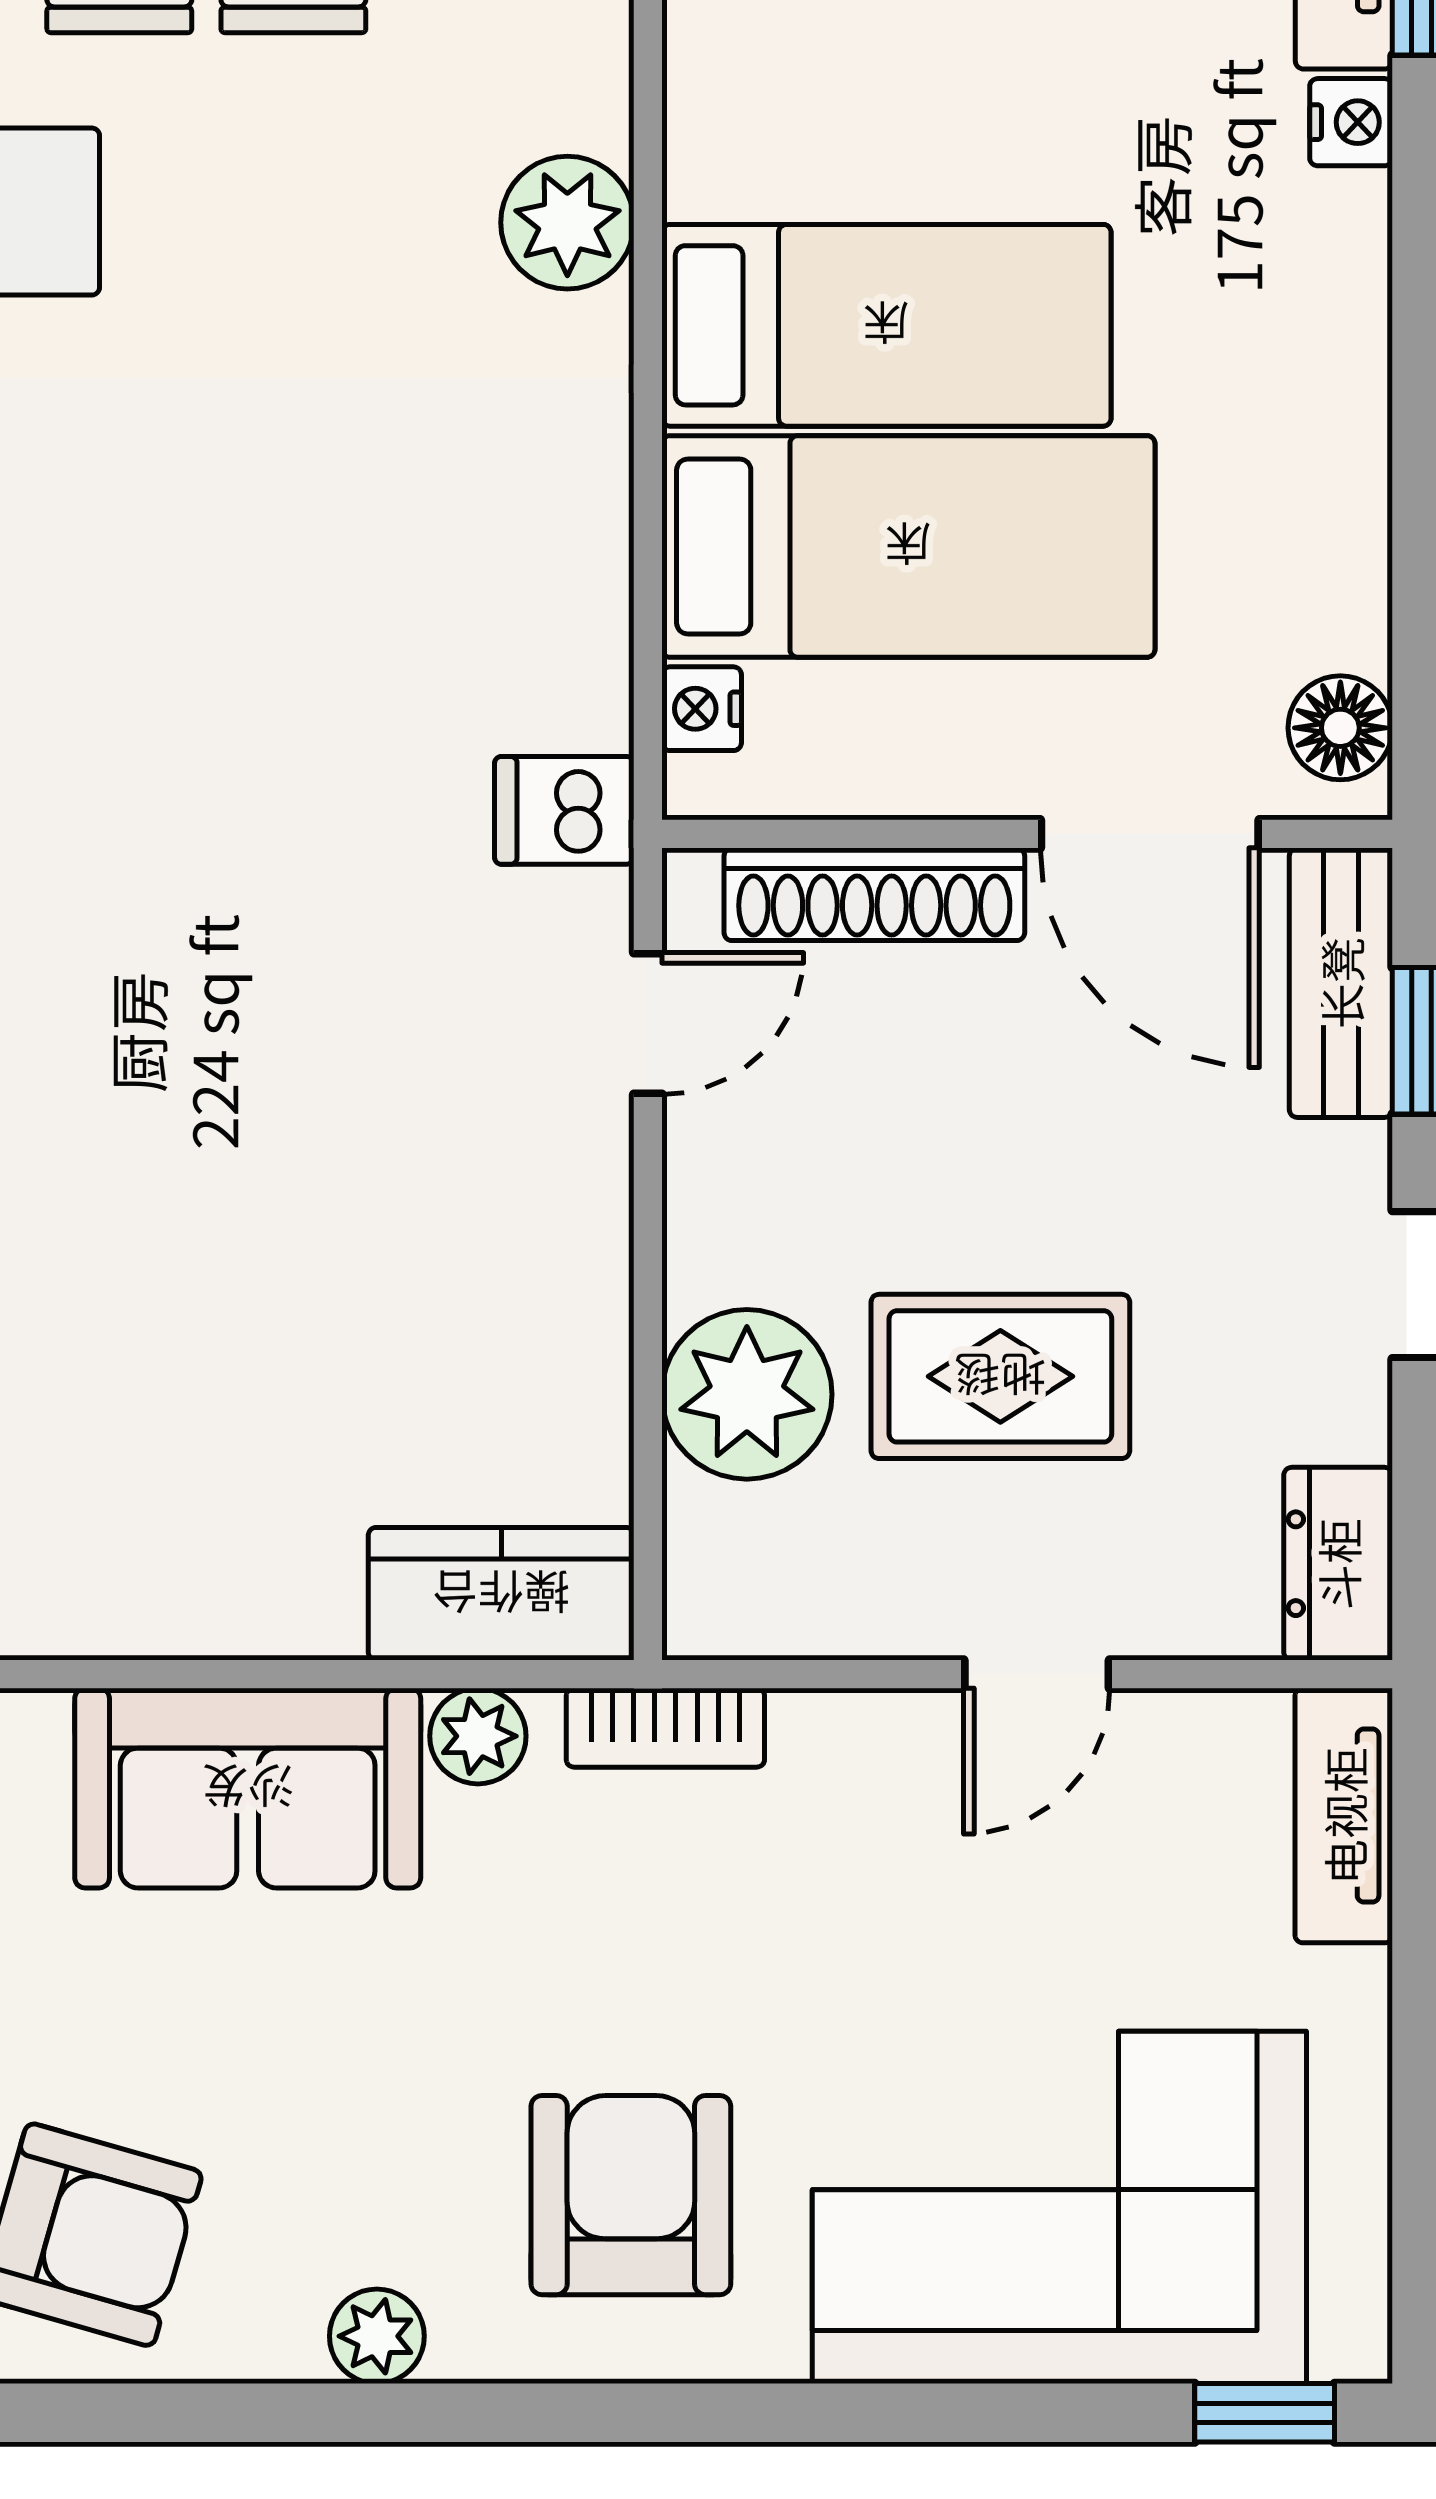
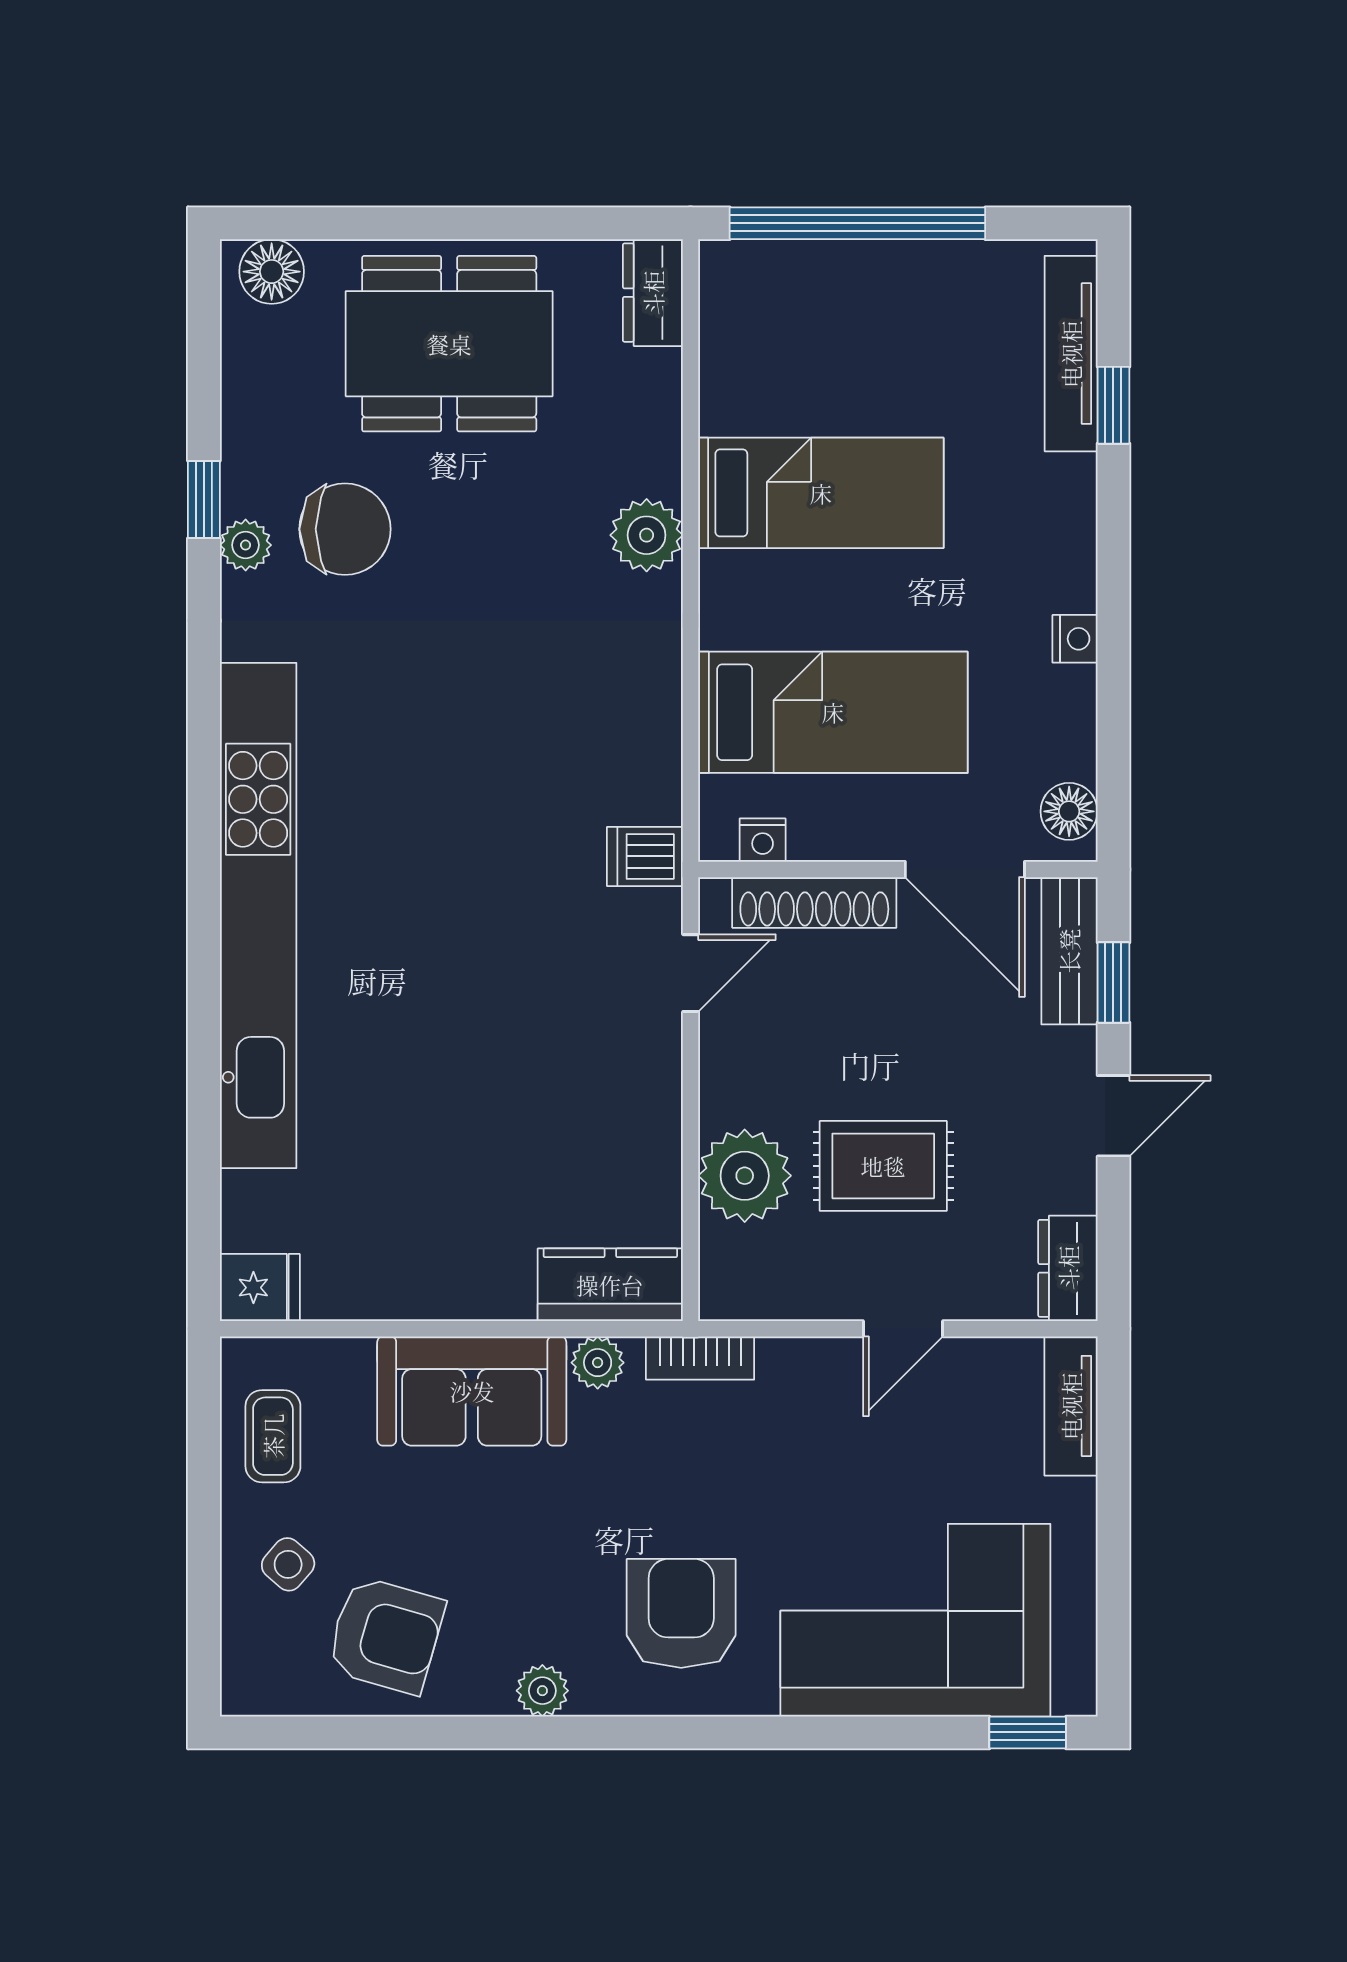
nightstand: (1351, 122) -> (1075, 639), moved
bed: (886, 325) -> (821, 493), moved
nightstand: (702, 709) -> (763, 840), moved, turned -90

